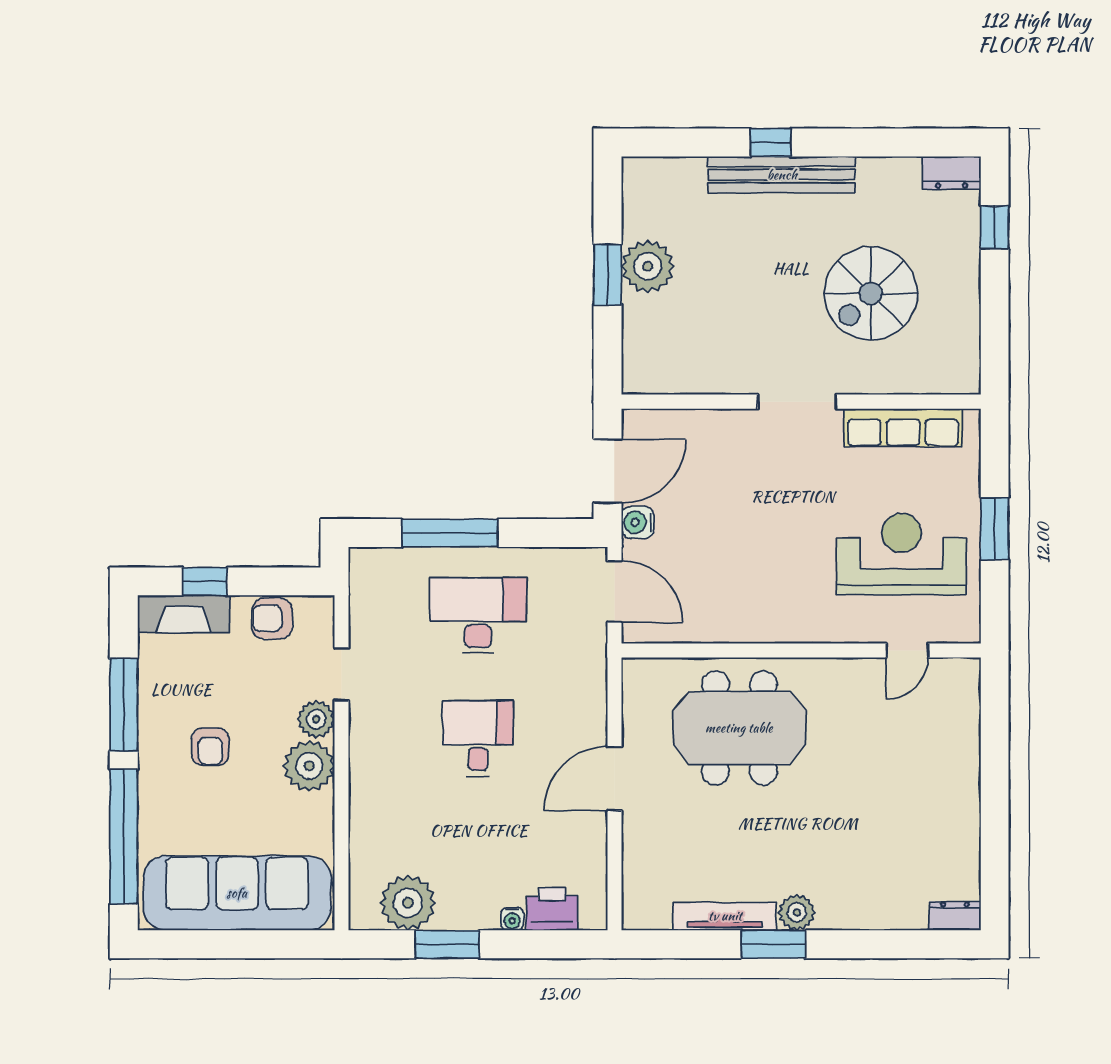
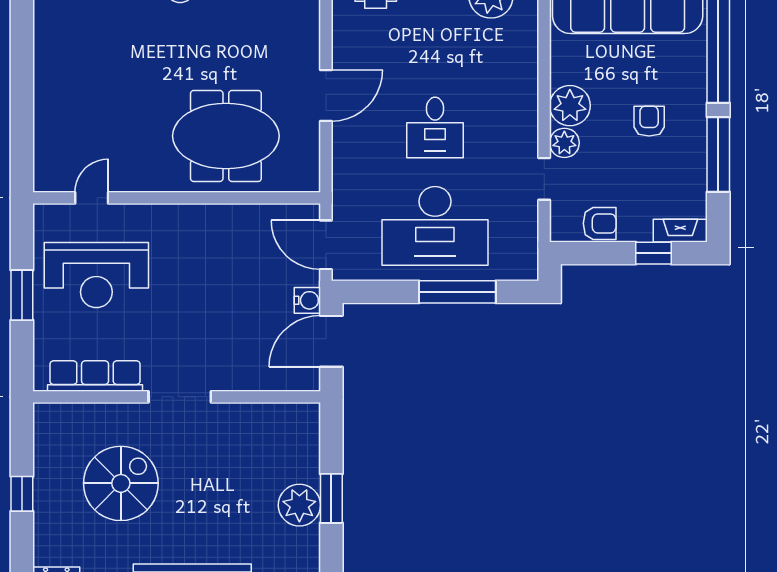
window: (995, 227) -> (22, 494), moved
fireplace: (184, 614) -> (680, 231), width x0.73, depth x0.76
desk: (478, 615) -> (435, 226), width x1.36, depth x1.30

